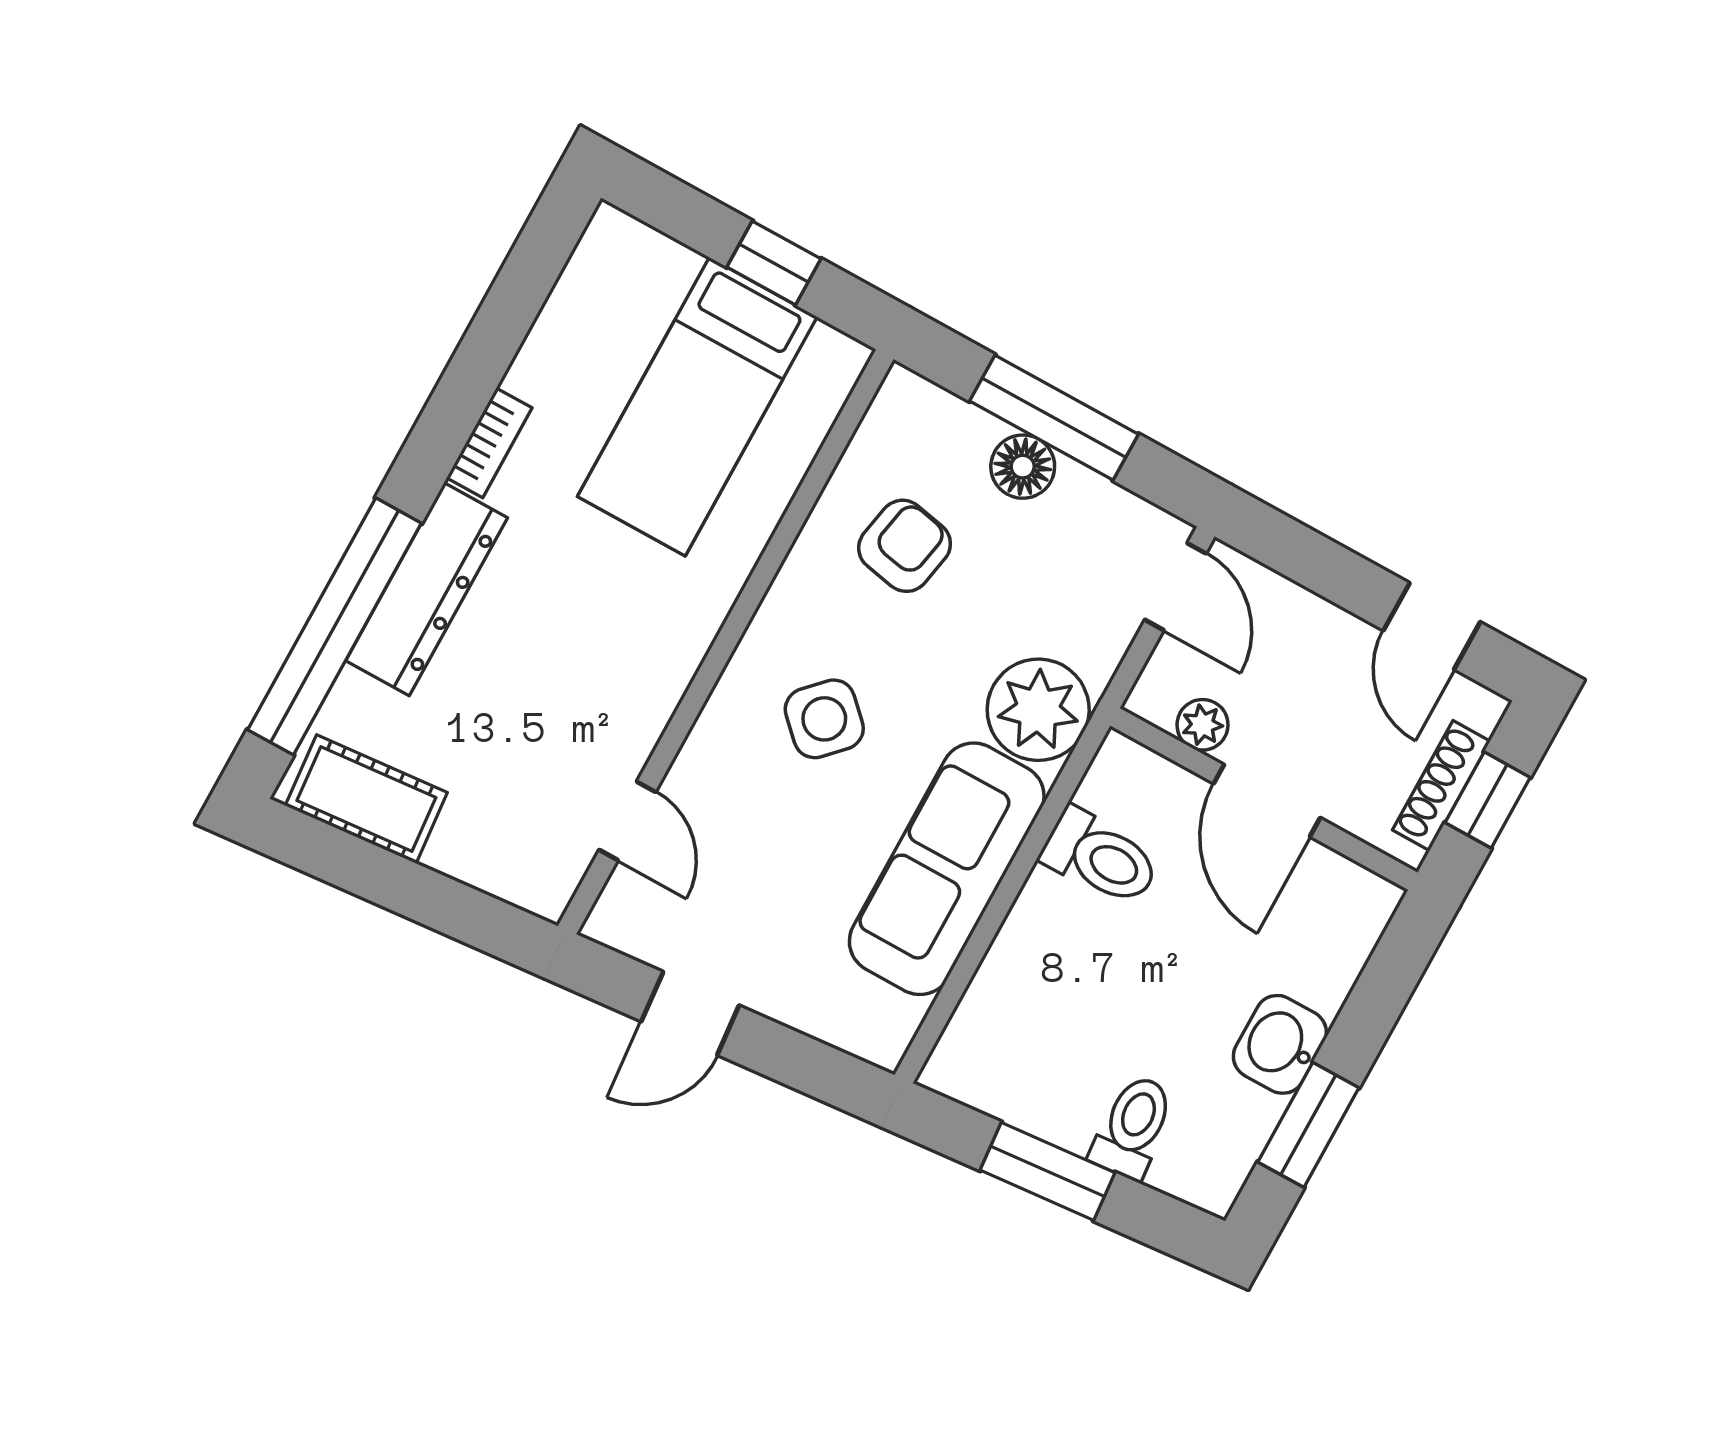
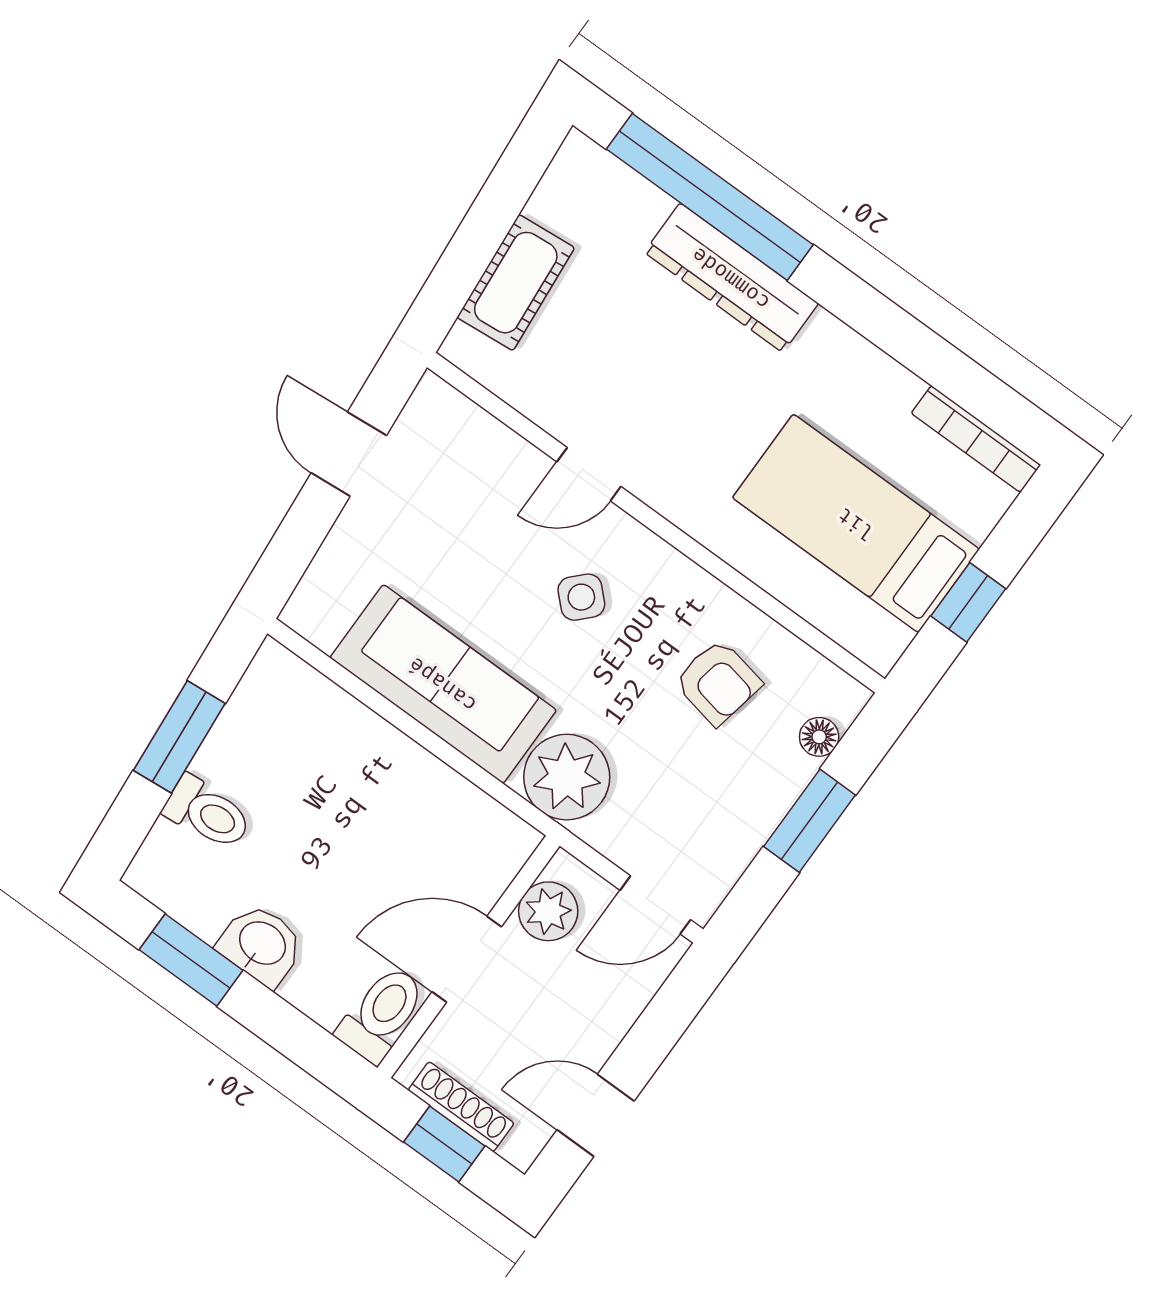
window: (1054, 418) -> (810, 821), width x0.69
bookcase: (489, 443) -> (976, 439), moved, width x1.56
floor lamp: (1023, 467) -> (819, 737), moved, width x0.73, depth x0.73
side table: (824, 719) -> (581, 597), width x0.73, depth x0.73
plant: (1202, 725) -> (548, 911), width x1.38, depth x1.38
cot: (366, 799) -> (516, 283), moved
door: (627, 821) -> (589, 474), moved
toilet: (1100, 857) -> (382, 1014), moved, turned 180

